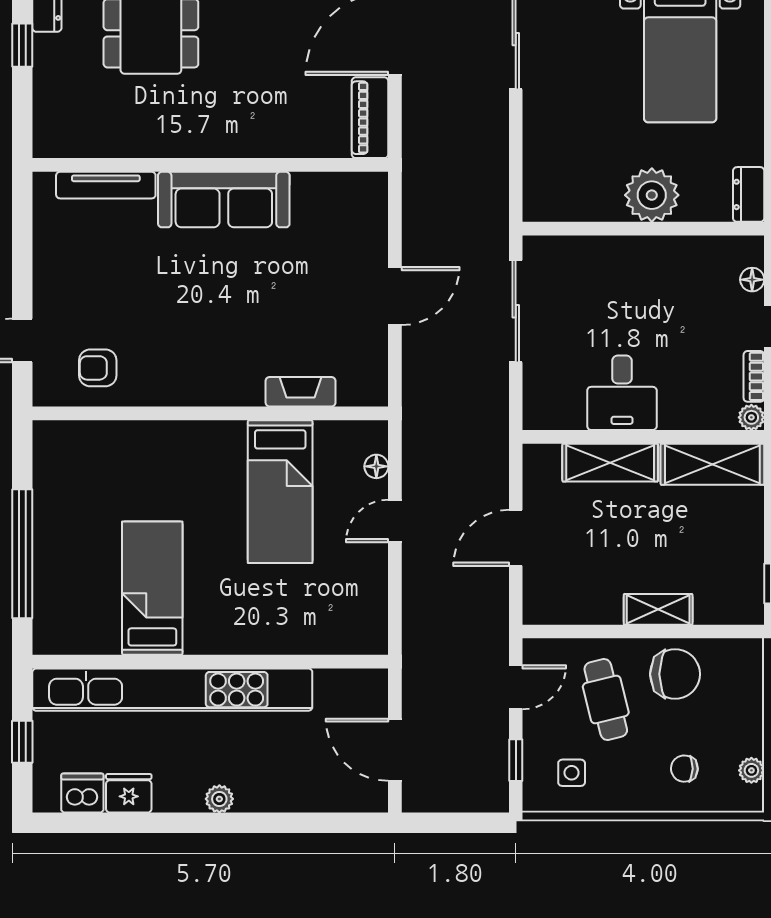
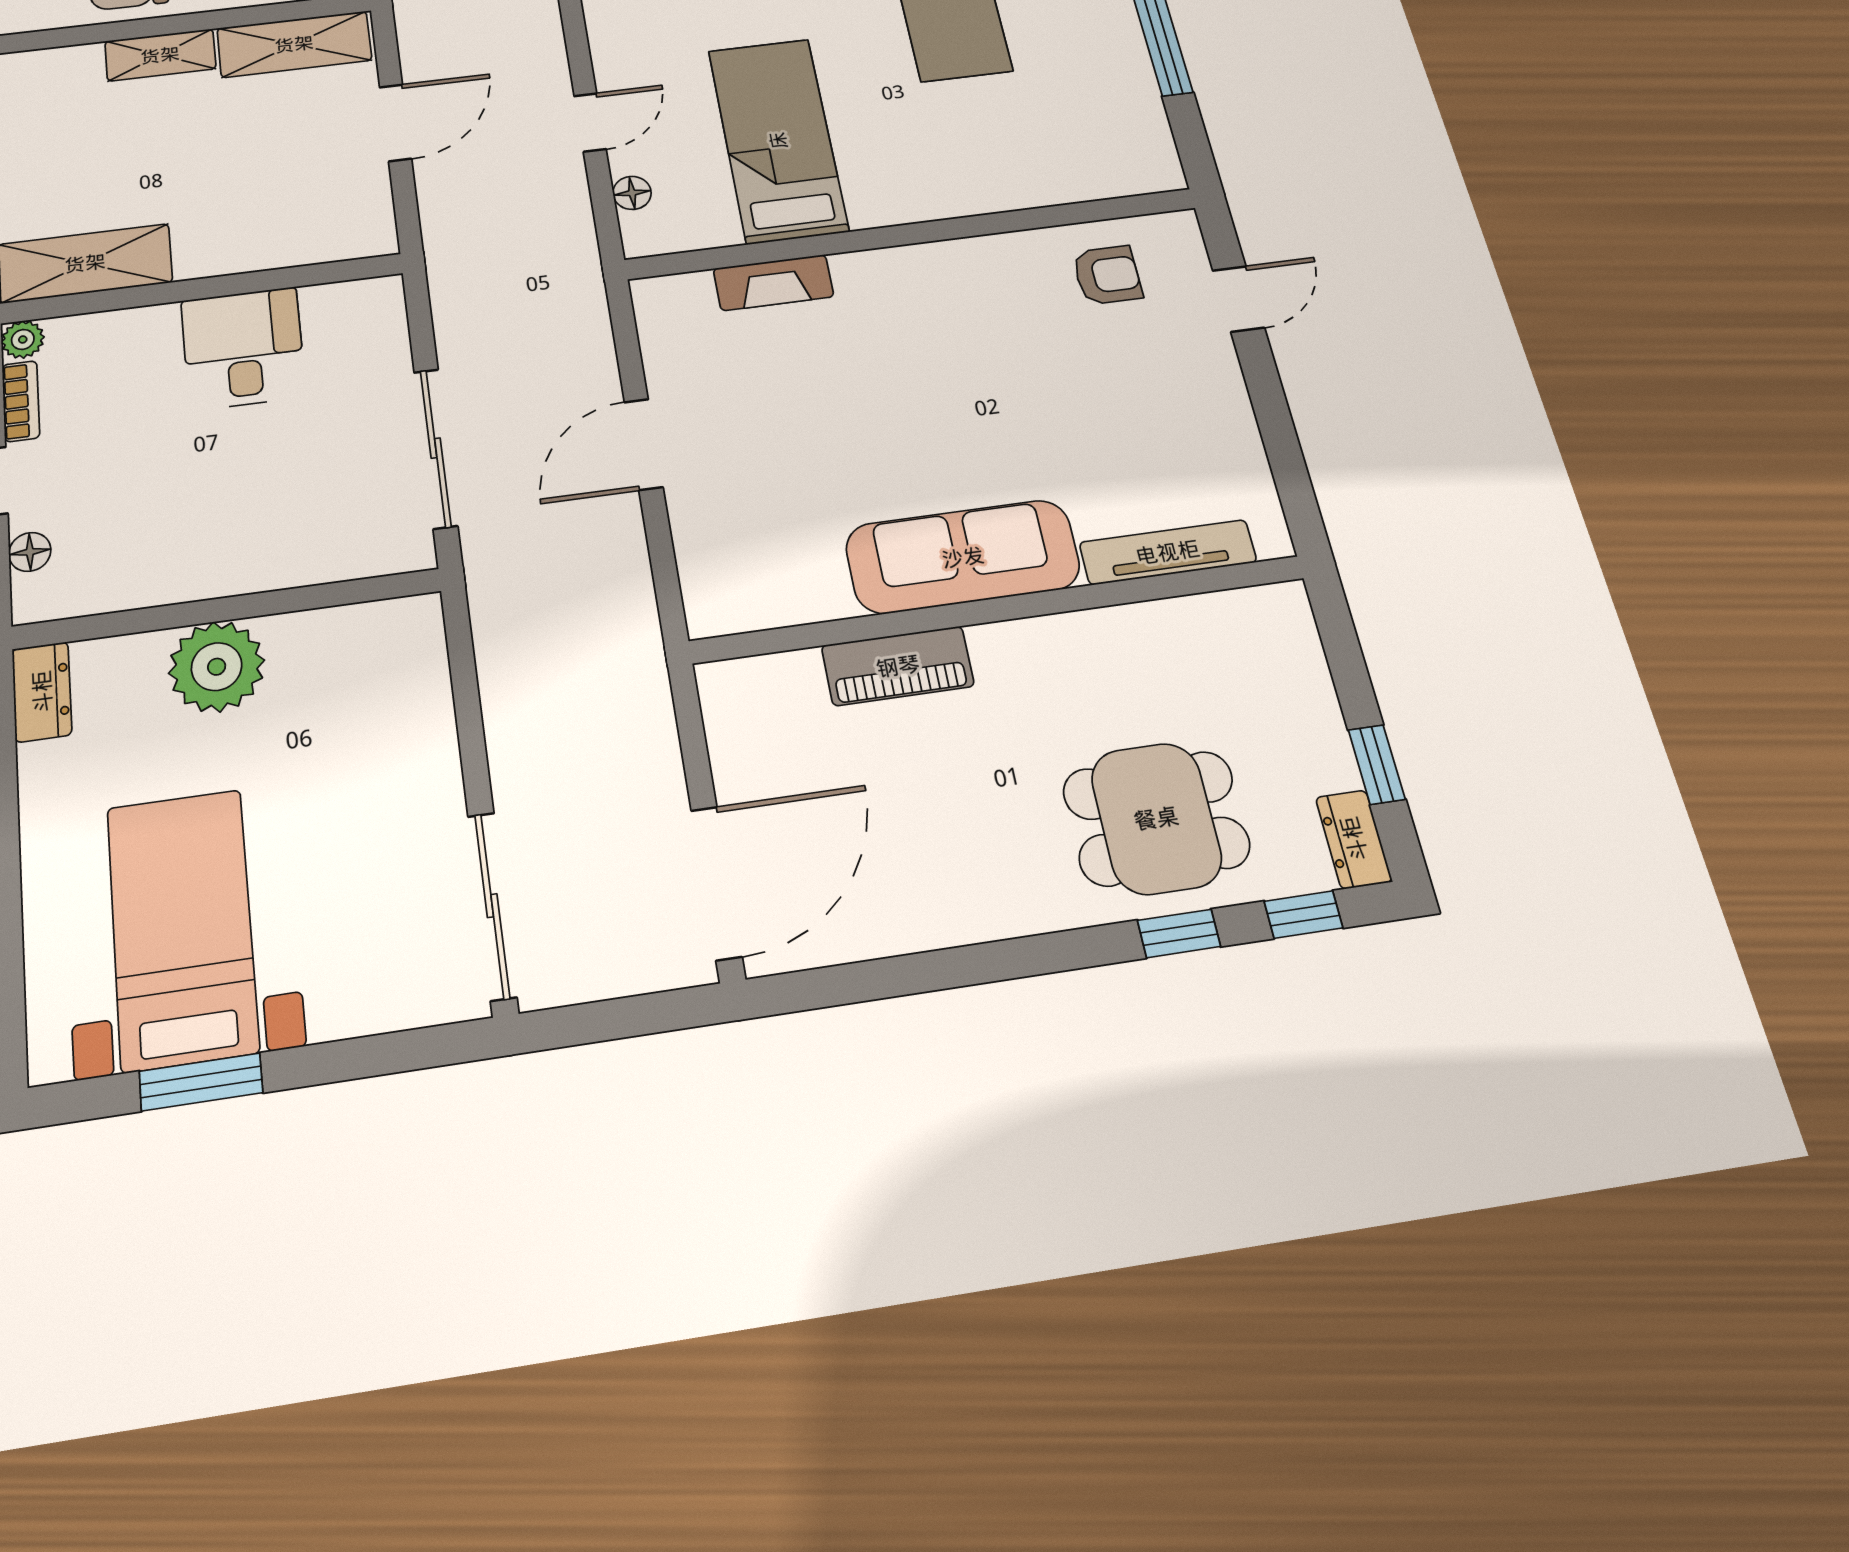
piano: (370, 118) -> (898, 666), moved, turned 90
shelving: (610, 463) -> (294, 44), moved

